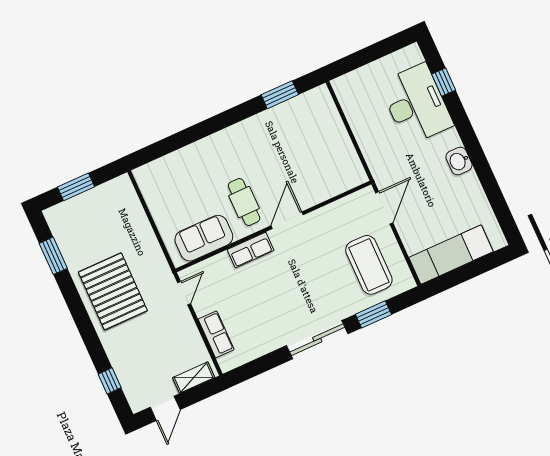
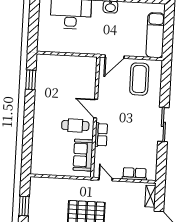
door: (384, 208) -> (115, 57), swing flipped
coffee table: (369, 265) -> (139, 79), turned 90
window: (373, 314) -> (165, 90), removed

